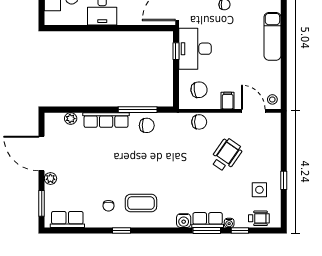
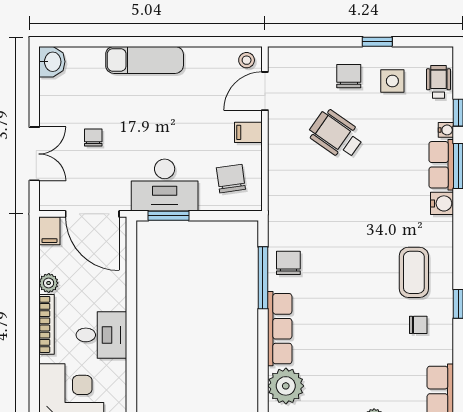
window: (176, 51) -> (169, 216), width x1.50
plant: (71, 119) -> (286, 386), width x1.88, depth x1.88
chair: (199, 122) -> (349, 76), moved

